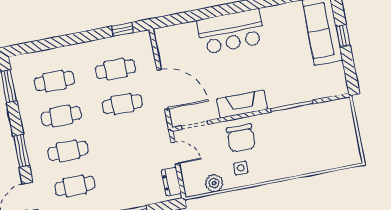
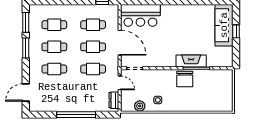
bar counter: (231, 31) -> (140, 15), moved
fireplace: (242, 104) -> (191, 61), moved
chair: (241, 138) -> (185, 79), moved
window: (21, 151) -> (26, 48), moved
cafe table: (75, 186) -> (93, 69), moved

